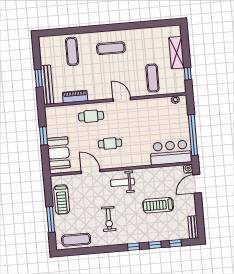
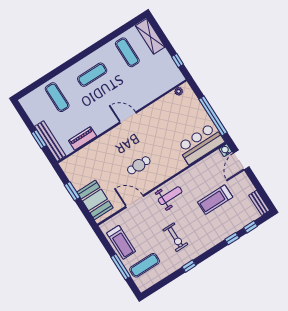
shelving: (177, 53) -> (150, 36), moved
exercise mat: (152, 78) -> (127, 52), moved
cafe table: (91, 116) -> (107, 149), removed
weight bench: (123, 182) -> (170, 196), turned 180
exercise mat: (76, 240) -> (145, 265), moved
window: (133, 247) -> (189, 266), moved

